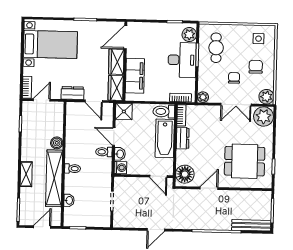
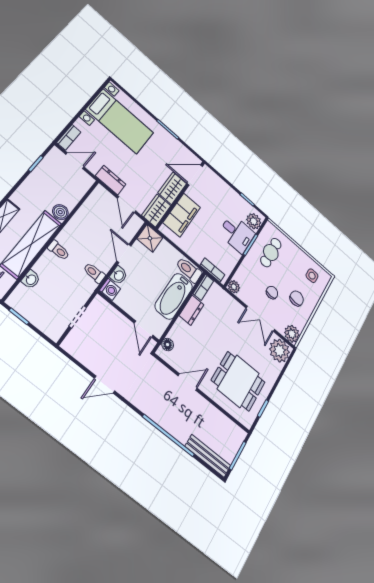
desk: (182, 60) -> (237, 234), width x0.73
toilet: (104, 152) -> (94, 273), moved
floor lamp: (185, 174) -> (168, 345), width x0.53, depth x0.53

